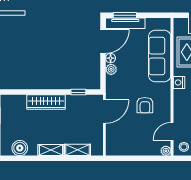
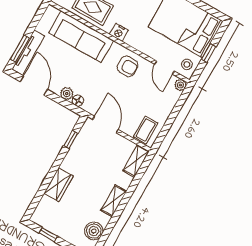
floor lamp: (111, 58) -> (78, 101), moved
wardrobe: (46, 102) -> (59, 185), width x0.67
armchair: (145, 105) -> (128, 66), moved
coffee table: (117, 144) -> (146, 130), added
shelving: (78, 150) -> (136, 161), moved

